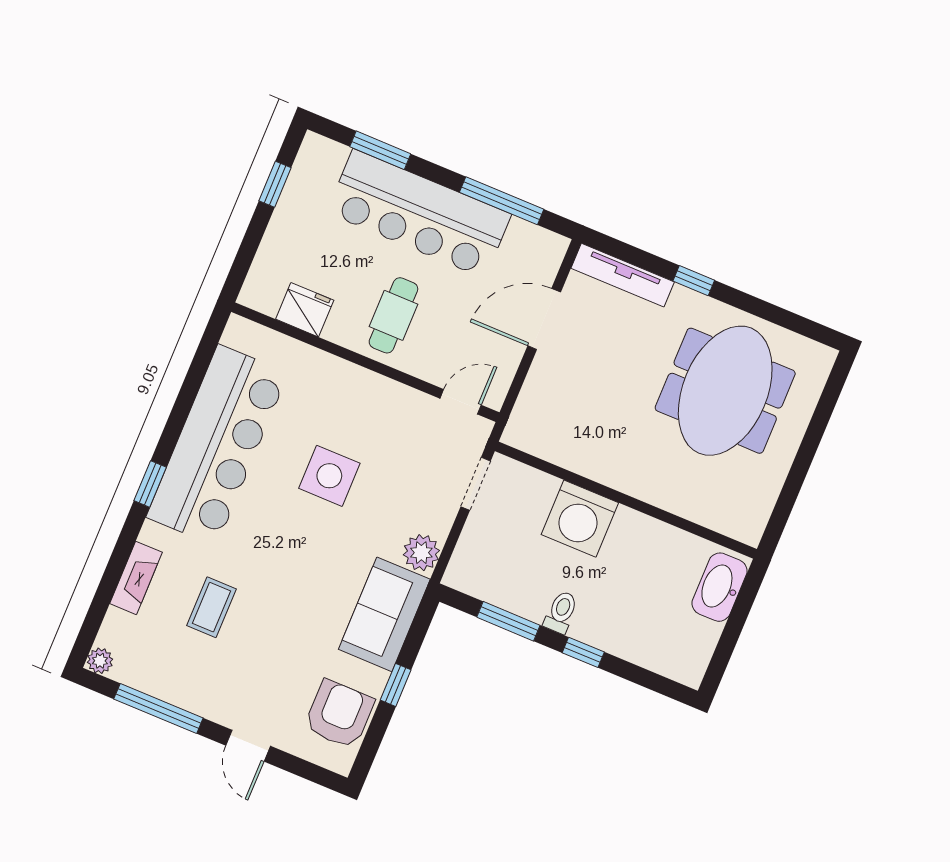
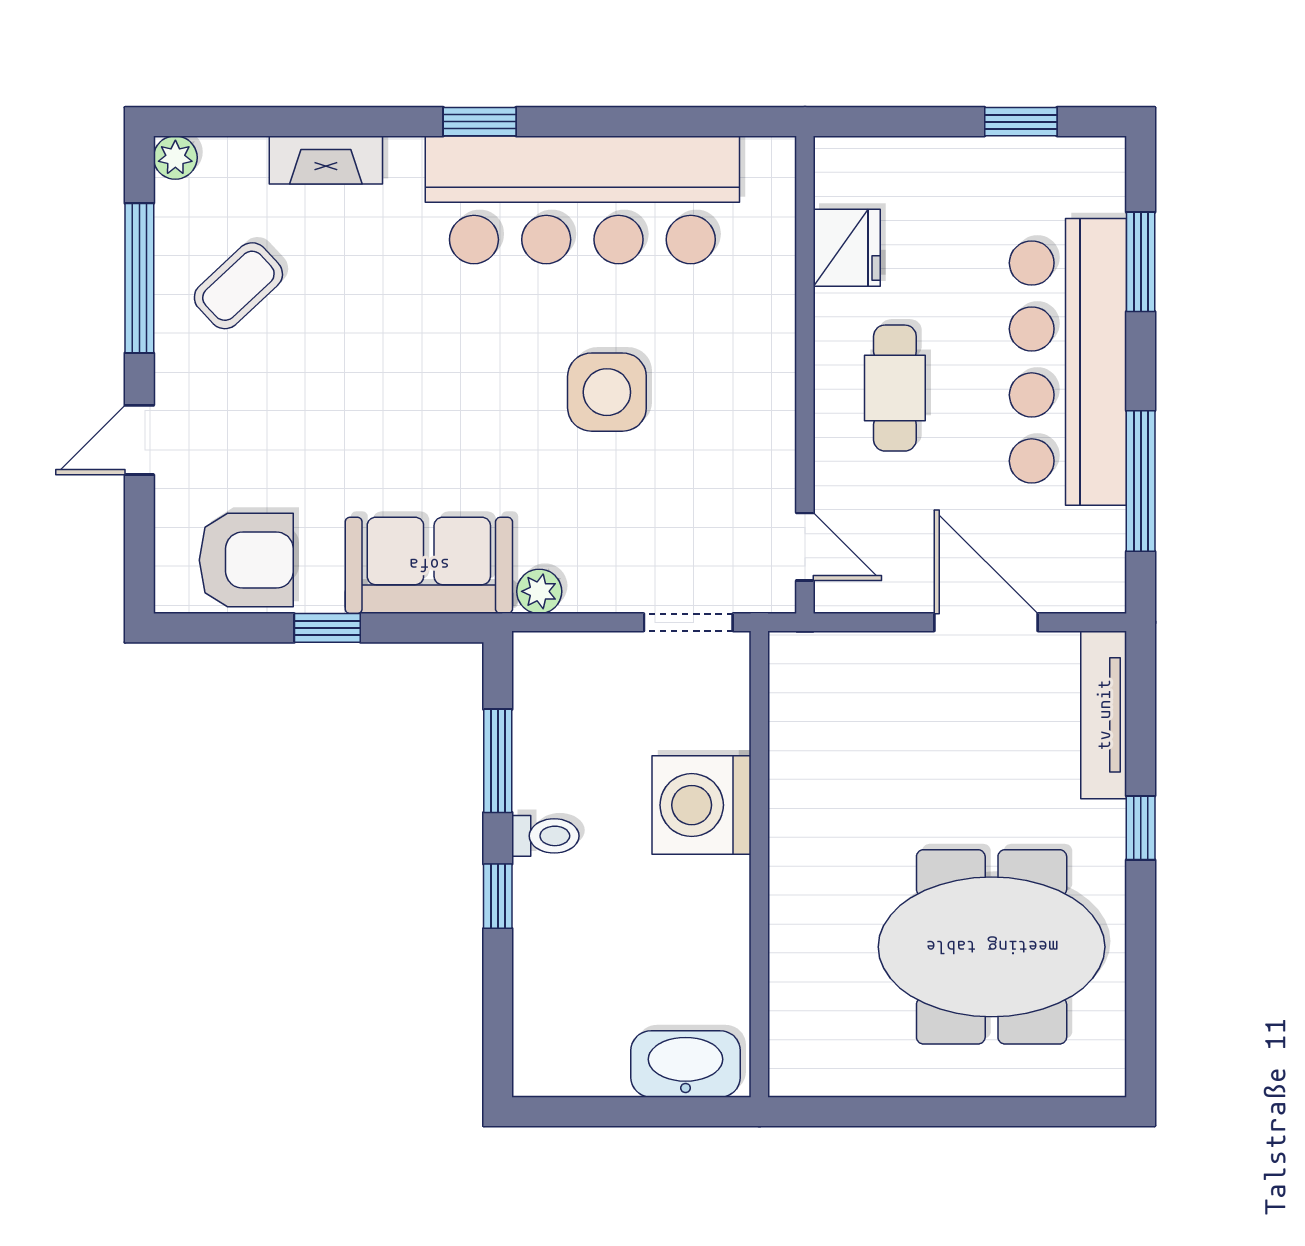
cafe table: (393, 315) -> (895, 388), turned 90
plant: (421, 553) -> (539, 591), width x0.73, depth x0.73
coffee table: (212, 607) -> (238, 286), moved, turned -43

